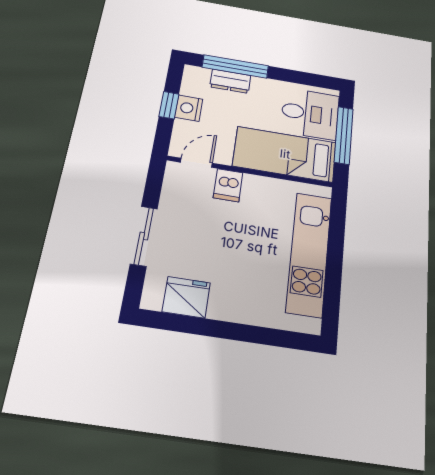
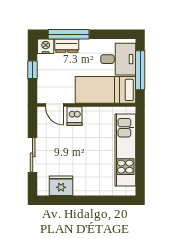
nightstand: (189, 108) -> (46, 46), moved, turned 90
door: (196, 163) -> (54, 105), swing flipped

